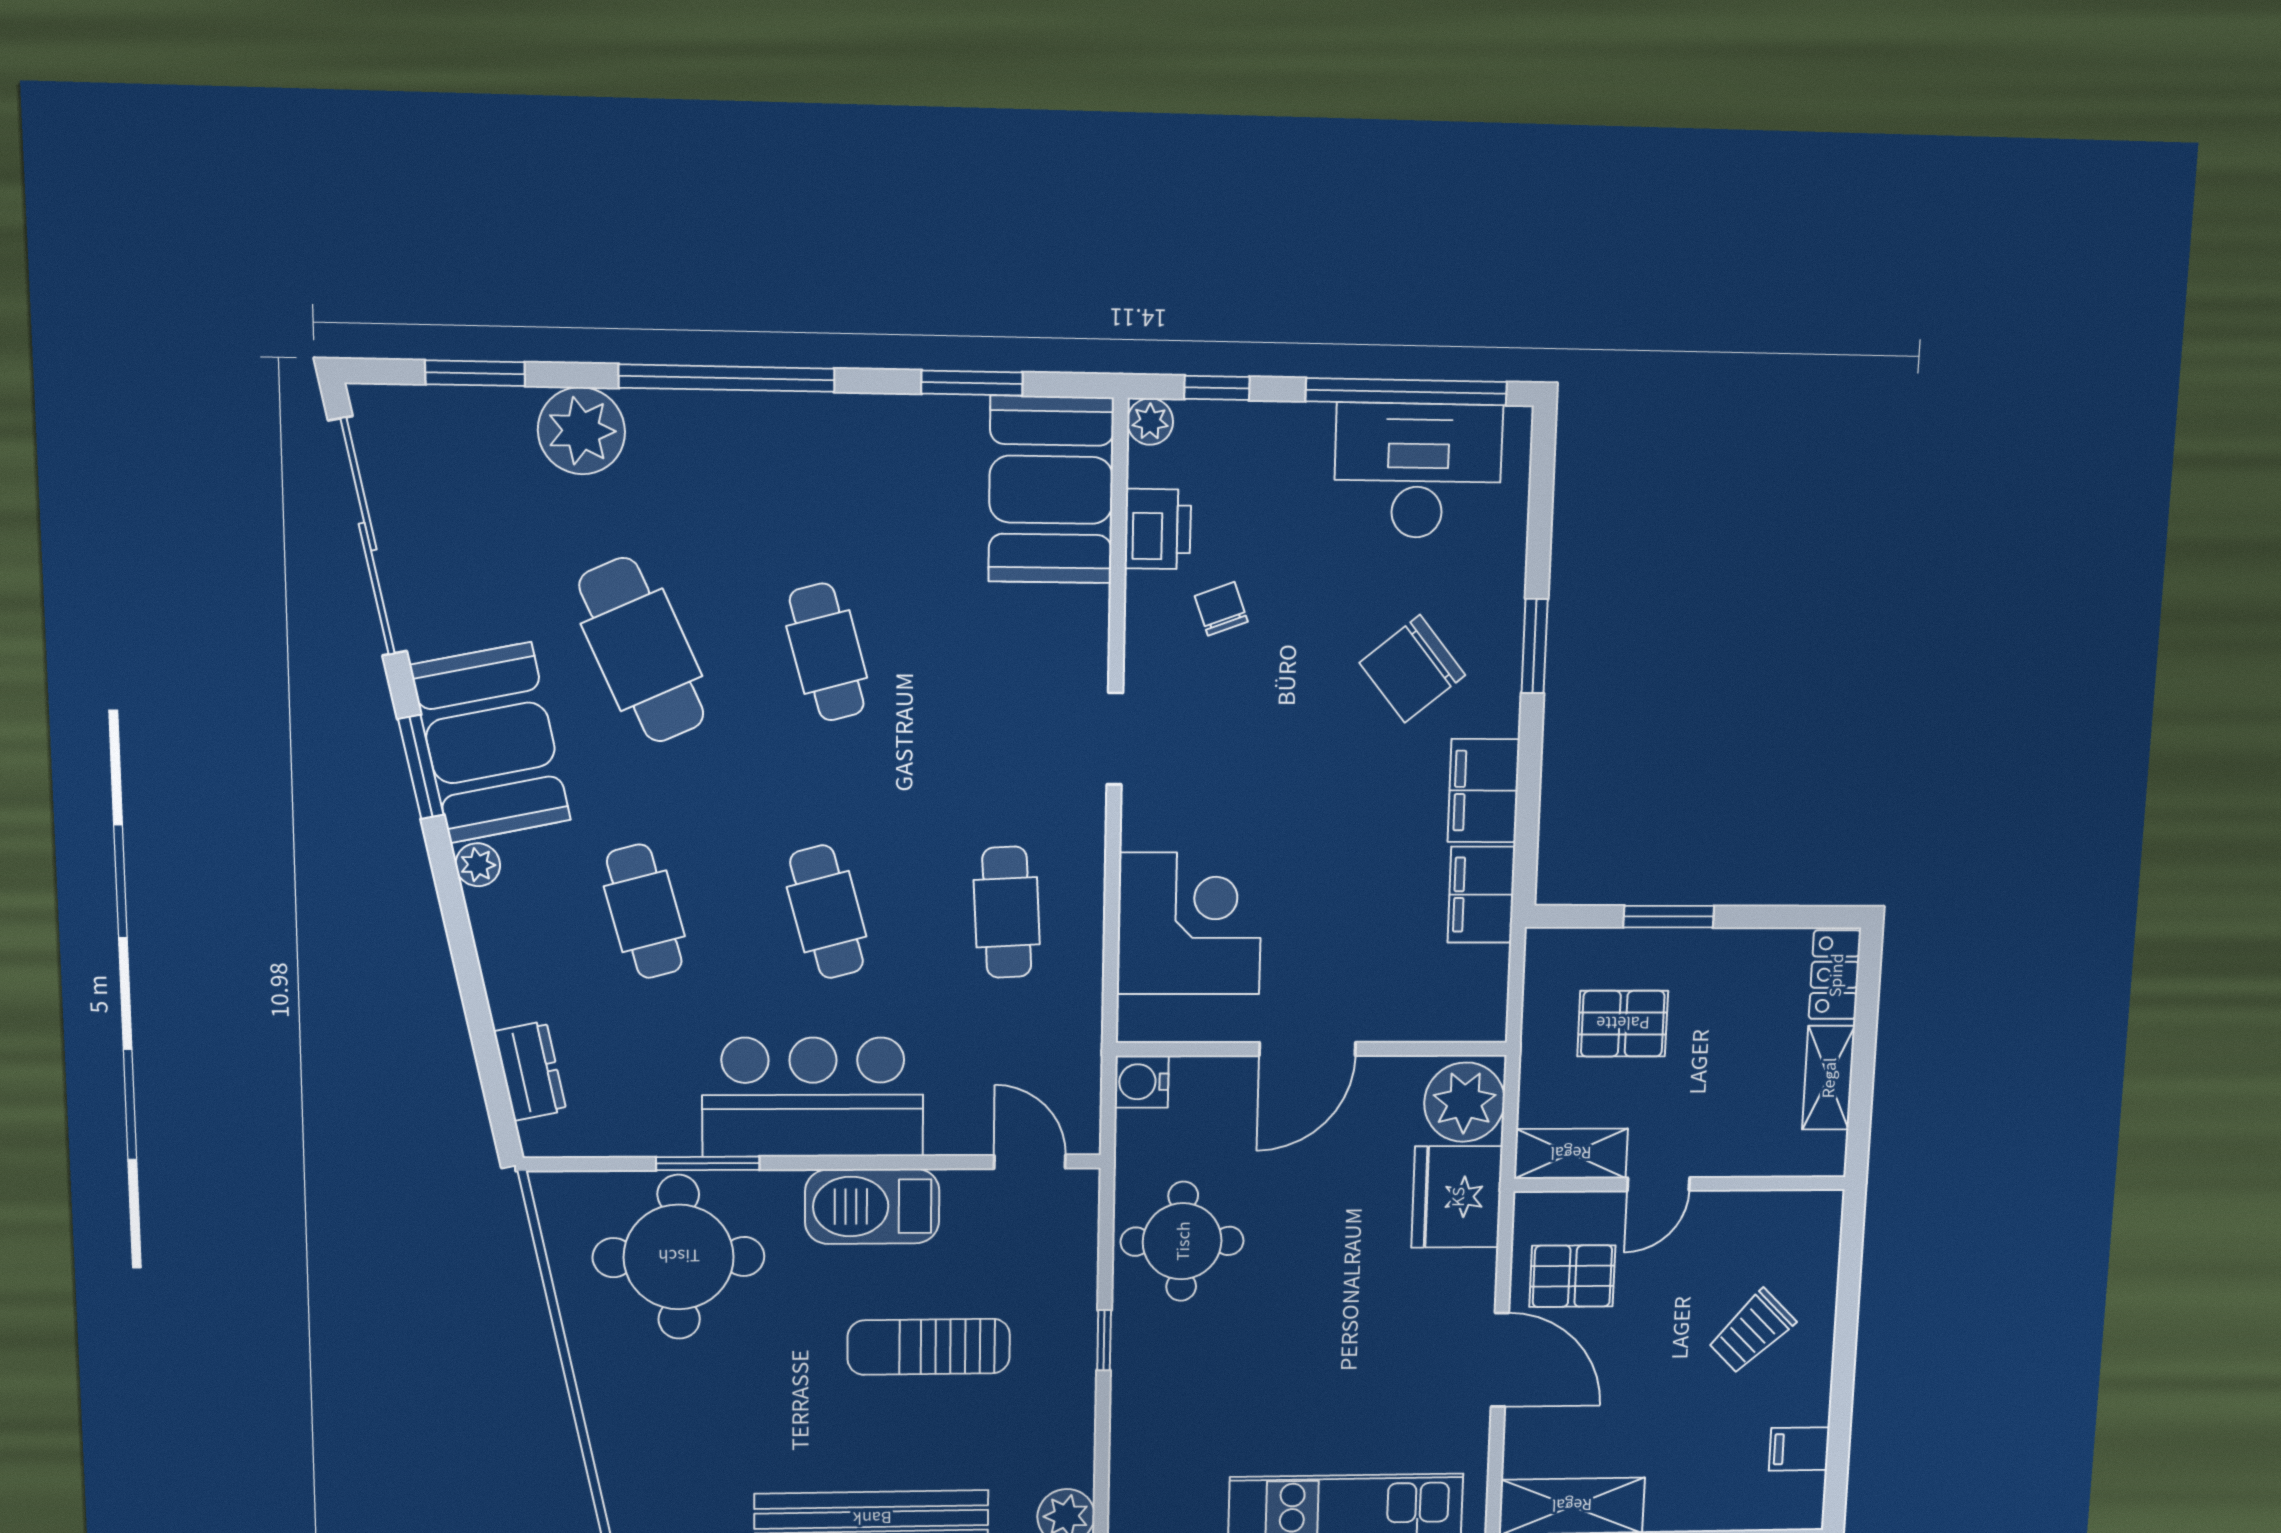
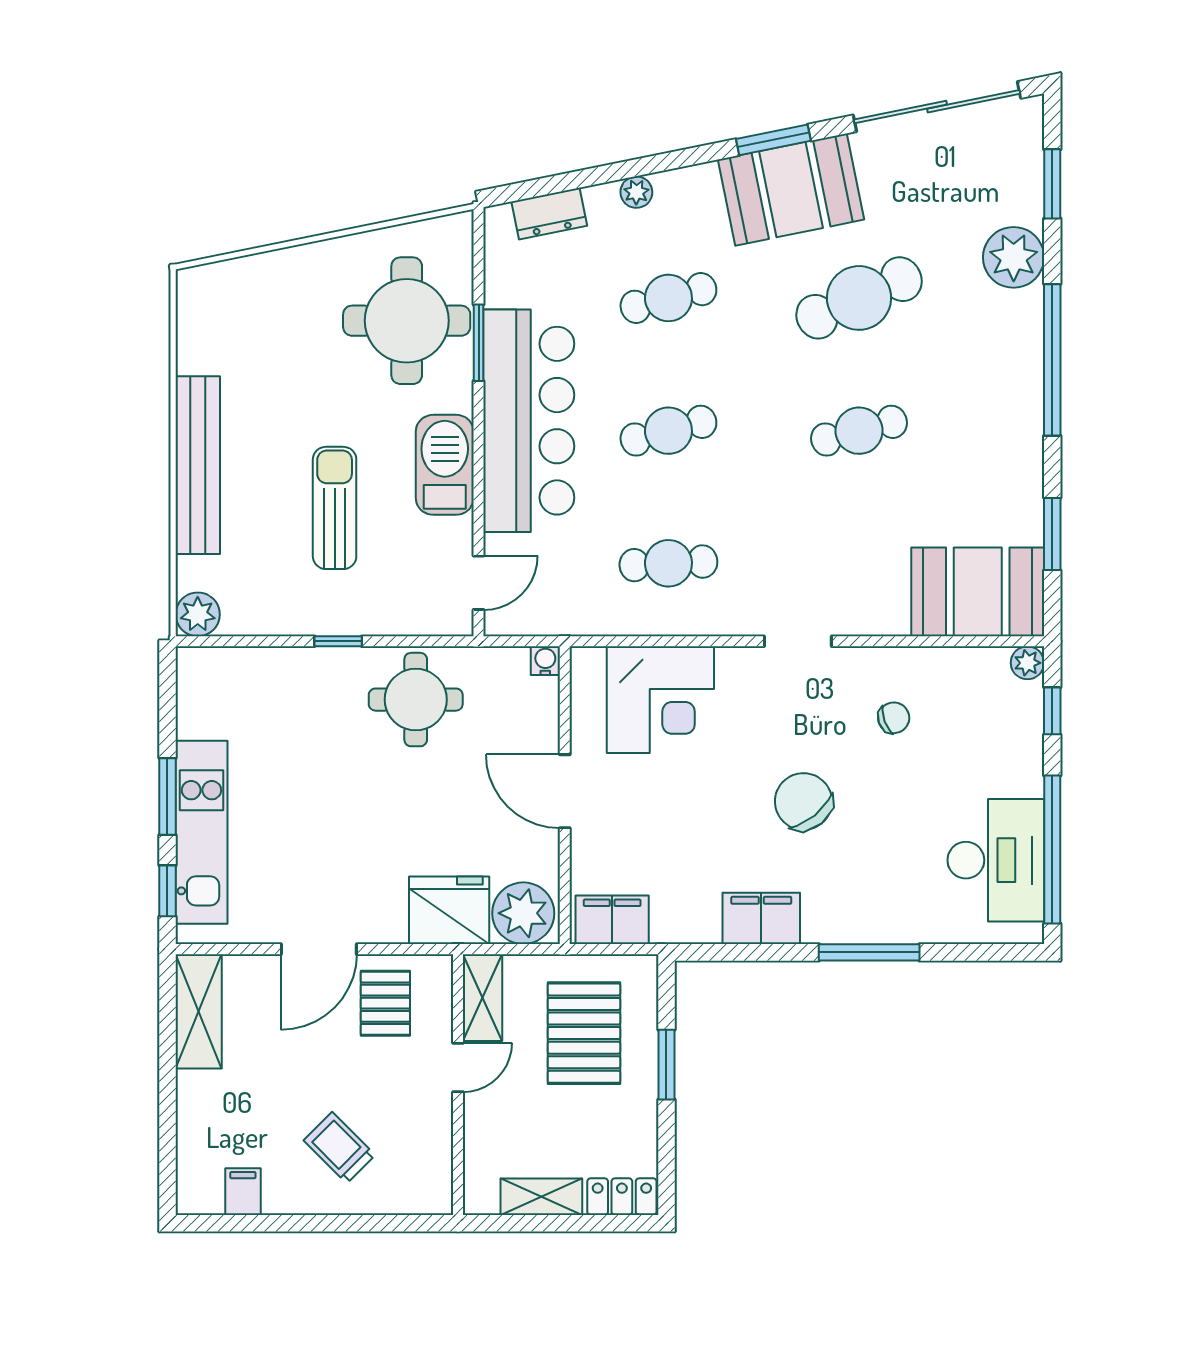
printer: (1158, 529) -> (951, 670), removed
window: (1535, 646) -> (869, 952), width x1.44
chair: (1412, 669) -> (803, 802), moved
plant: (478, 865) -> (636, 192), moved
filing cabinet: (1481, 895) -> (612, 920), moved
pallet: (1623, 1024) -> (584, 1033), width x1.50, depth x1.42
water cooler: (1142, 1082) -> (545, 661), width x0.72, depth x0.72
bar counter: (813, 1097) -> (529, 421), width x1.36
door: (1658, 1184) -> (458, 1067), swing flipped

